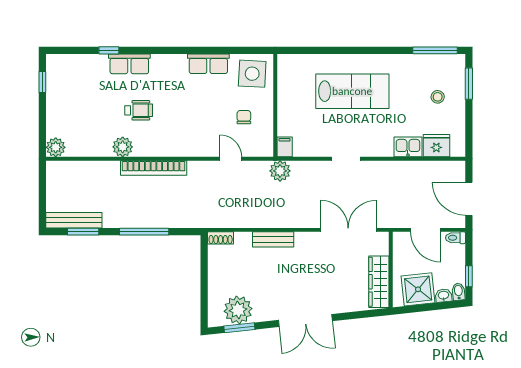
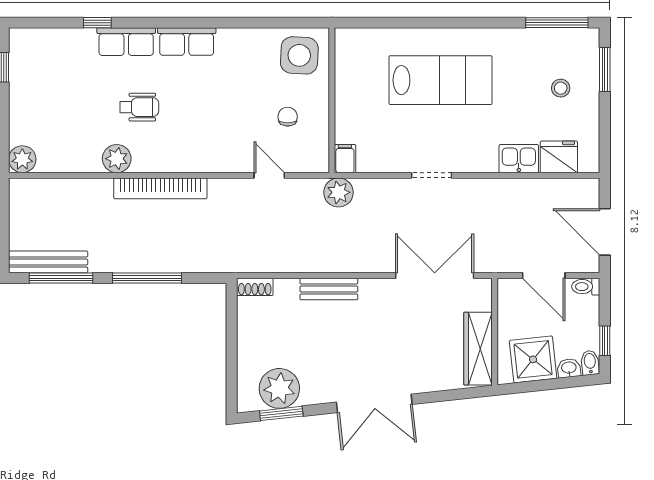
row of seats: (208, 64) -> (187, 42), moved
window: (83, 232) -> (61, 278), width x1.44

